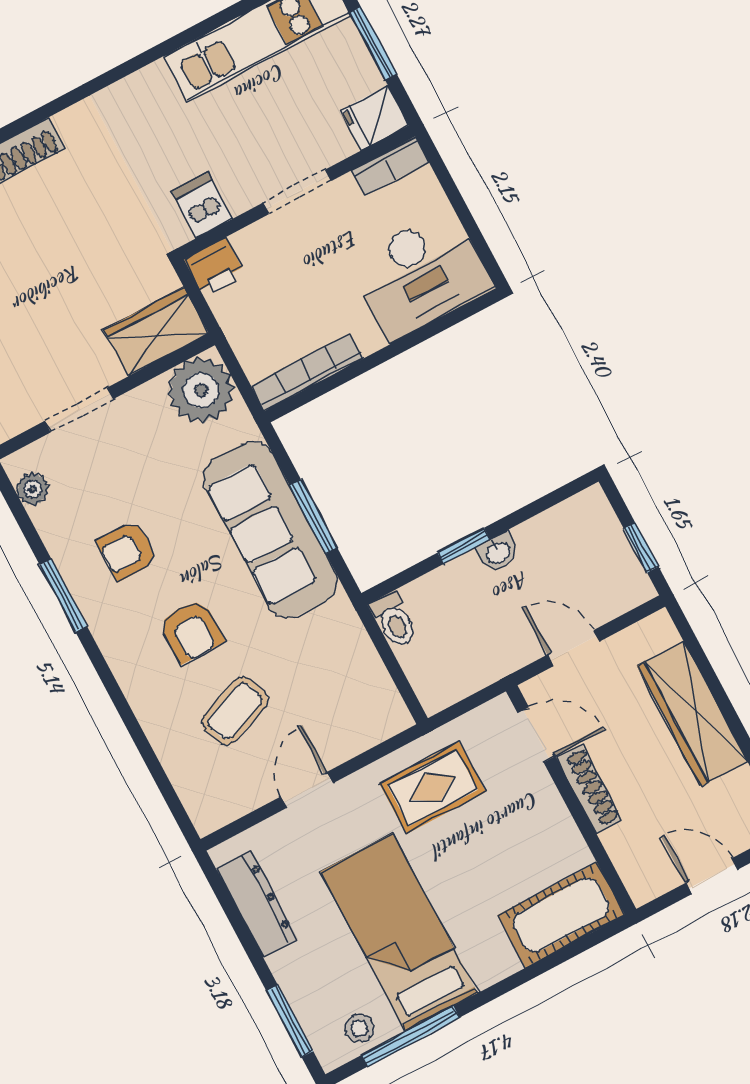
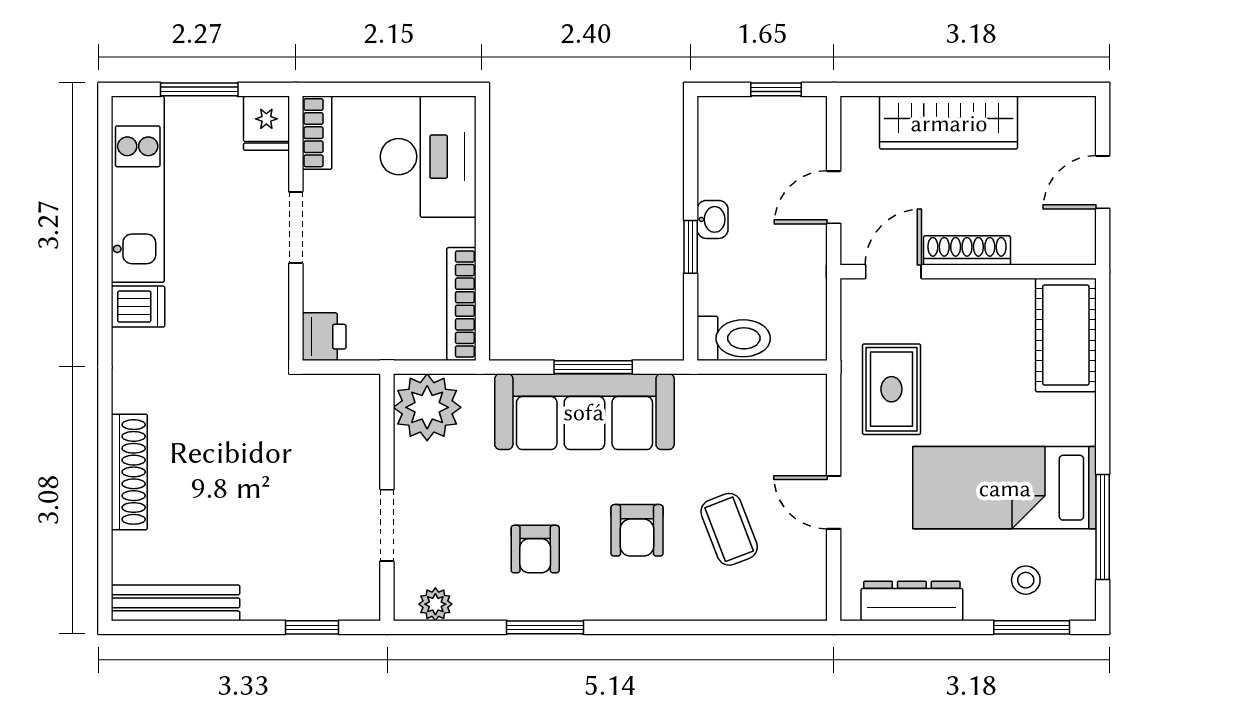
dishwasher: (202, 205) -> (138, 307), moved, turned 180
wardrobe: (156, 332) -> (354, 420), removed
toilet: (394, 620) -> (734, 338), width x1.37, depth x1.39
armchair: (191, 631) -> (637, 530), turned 90
stool: (359, 1028) -> (1026, 580), moved

